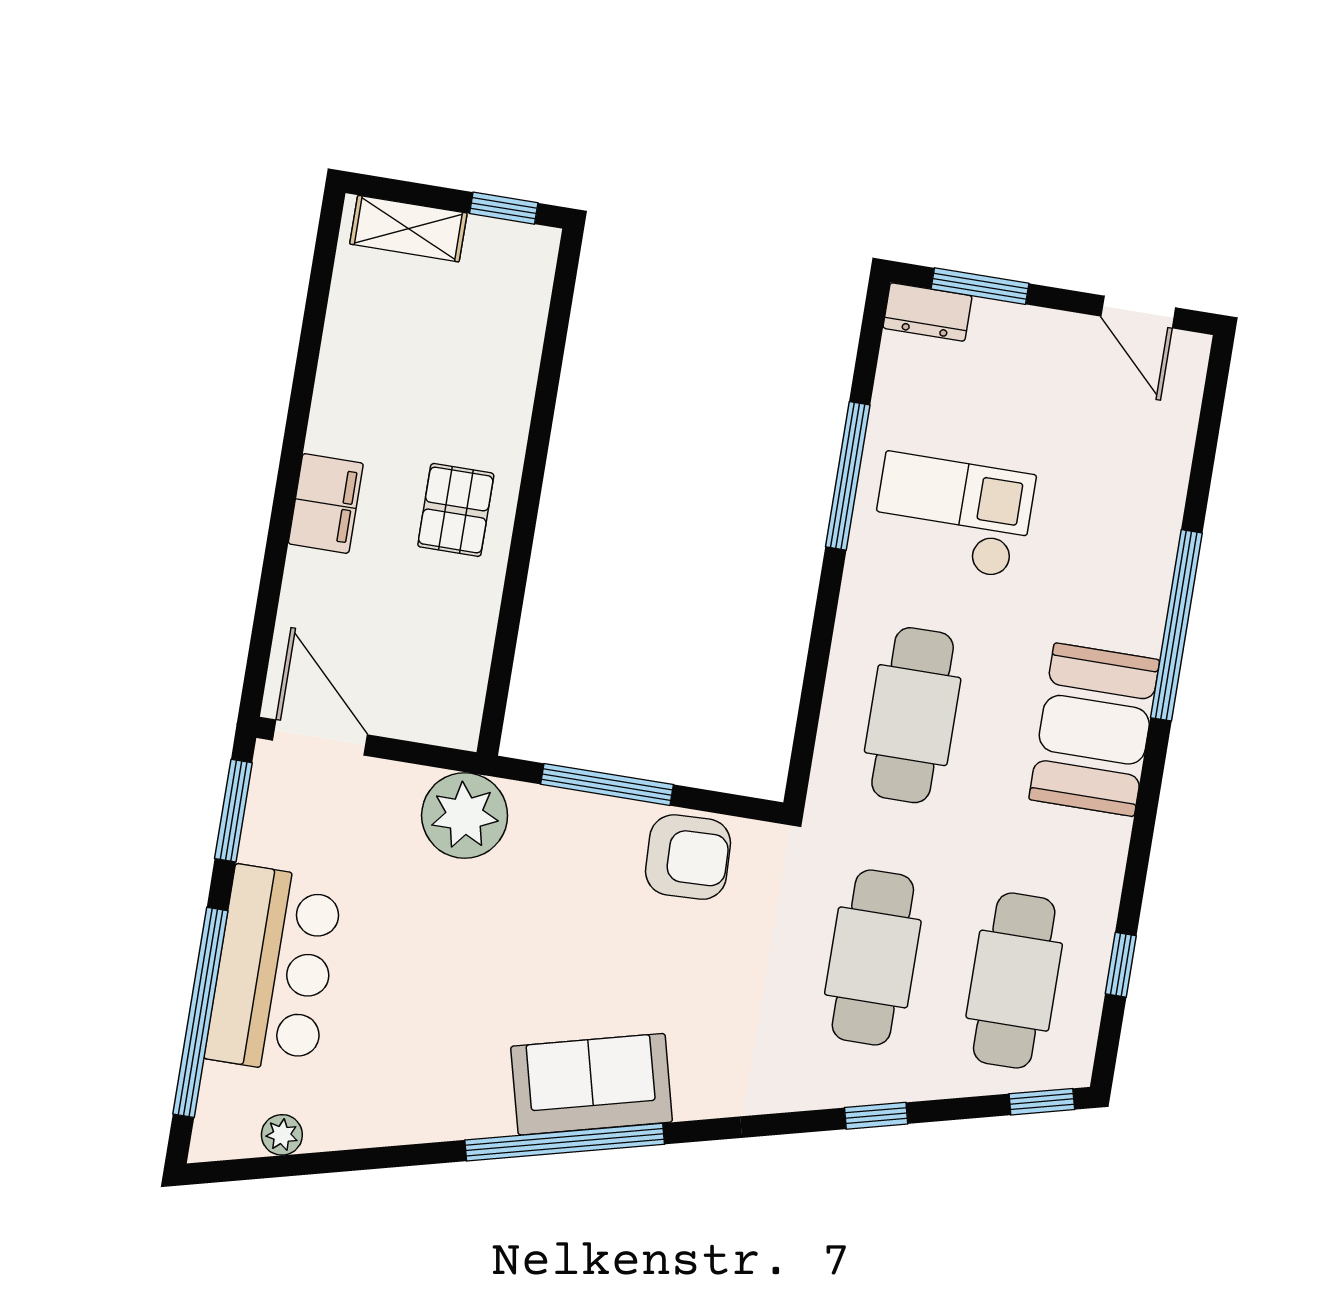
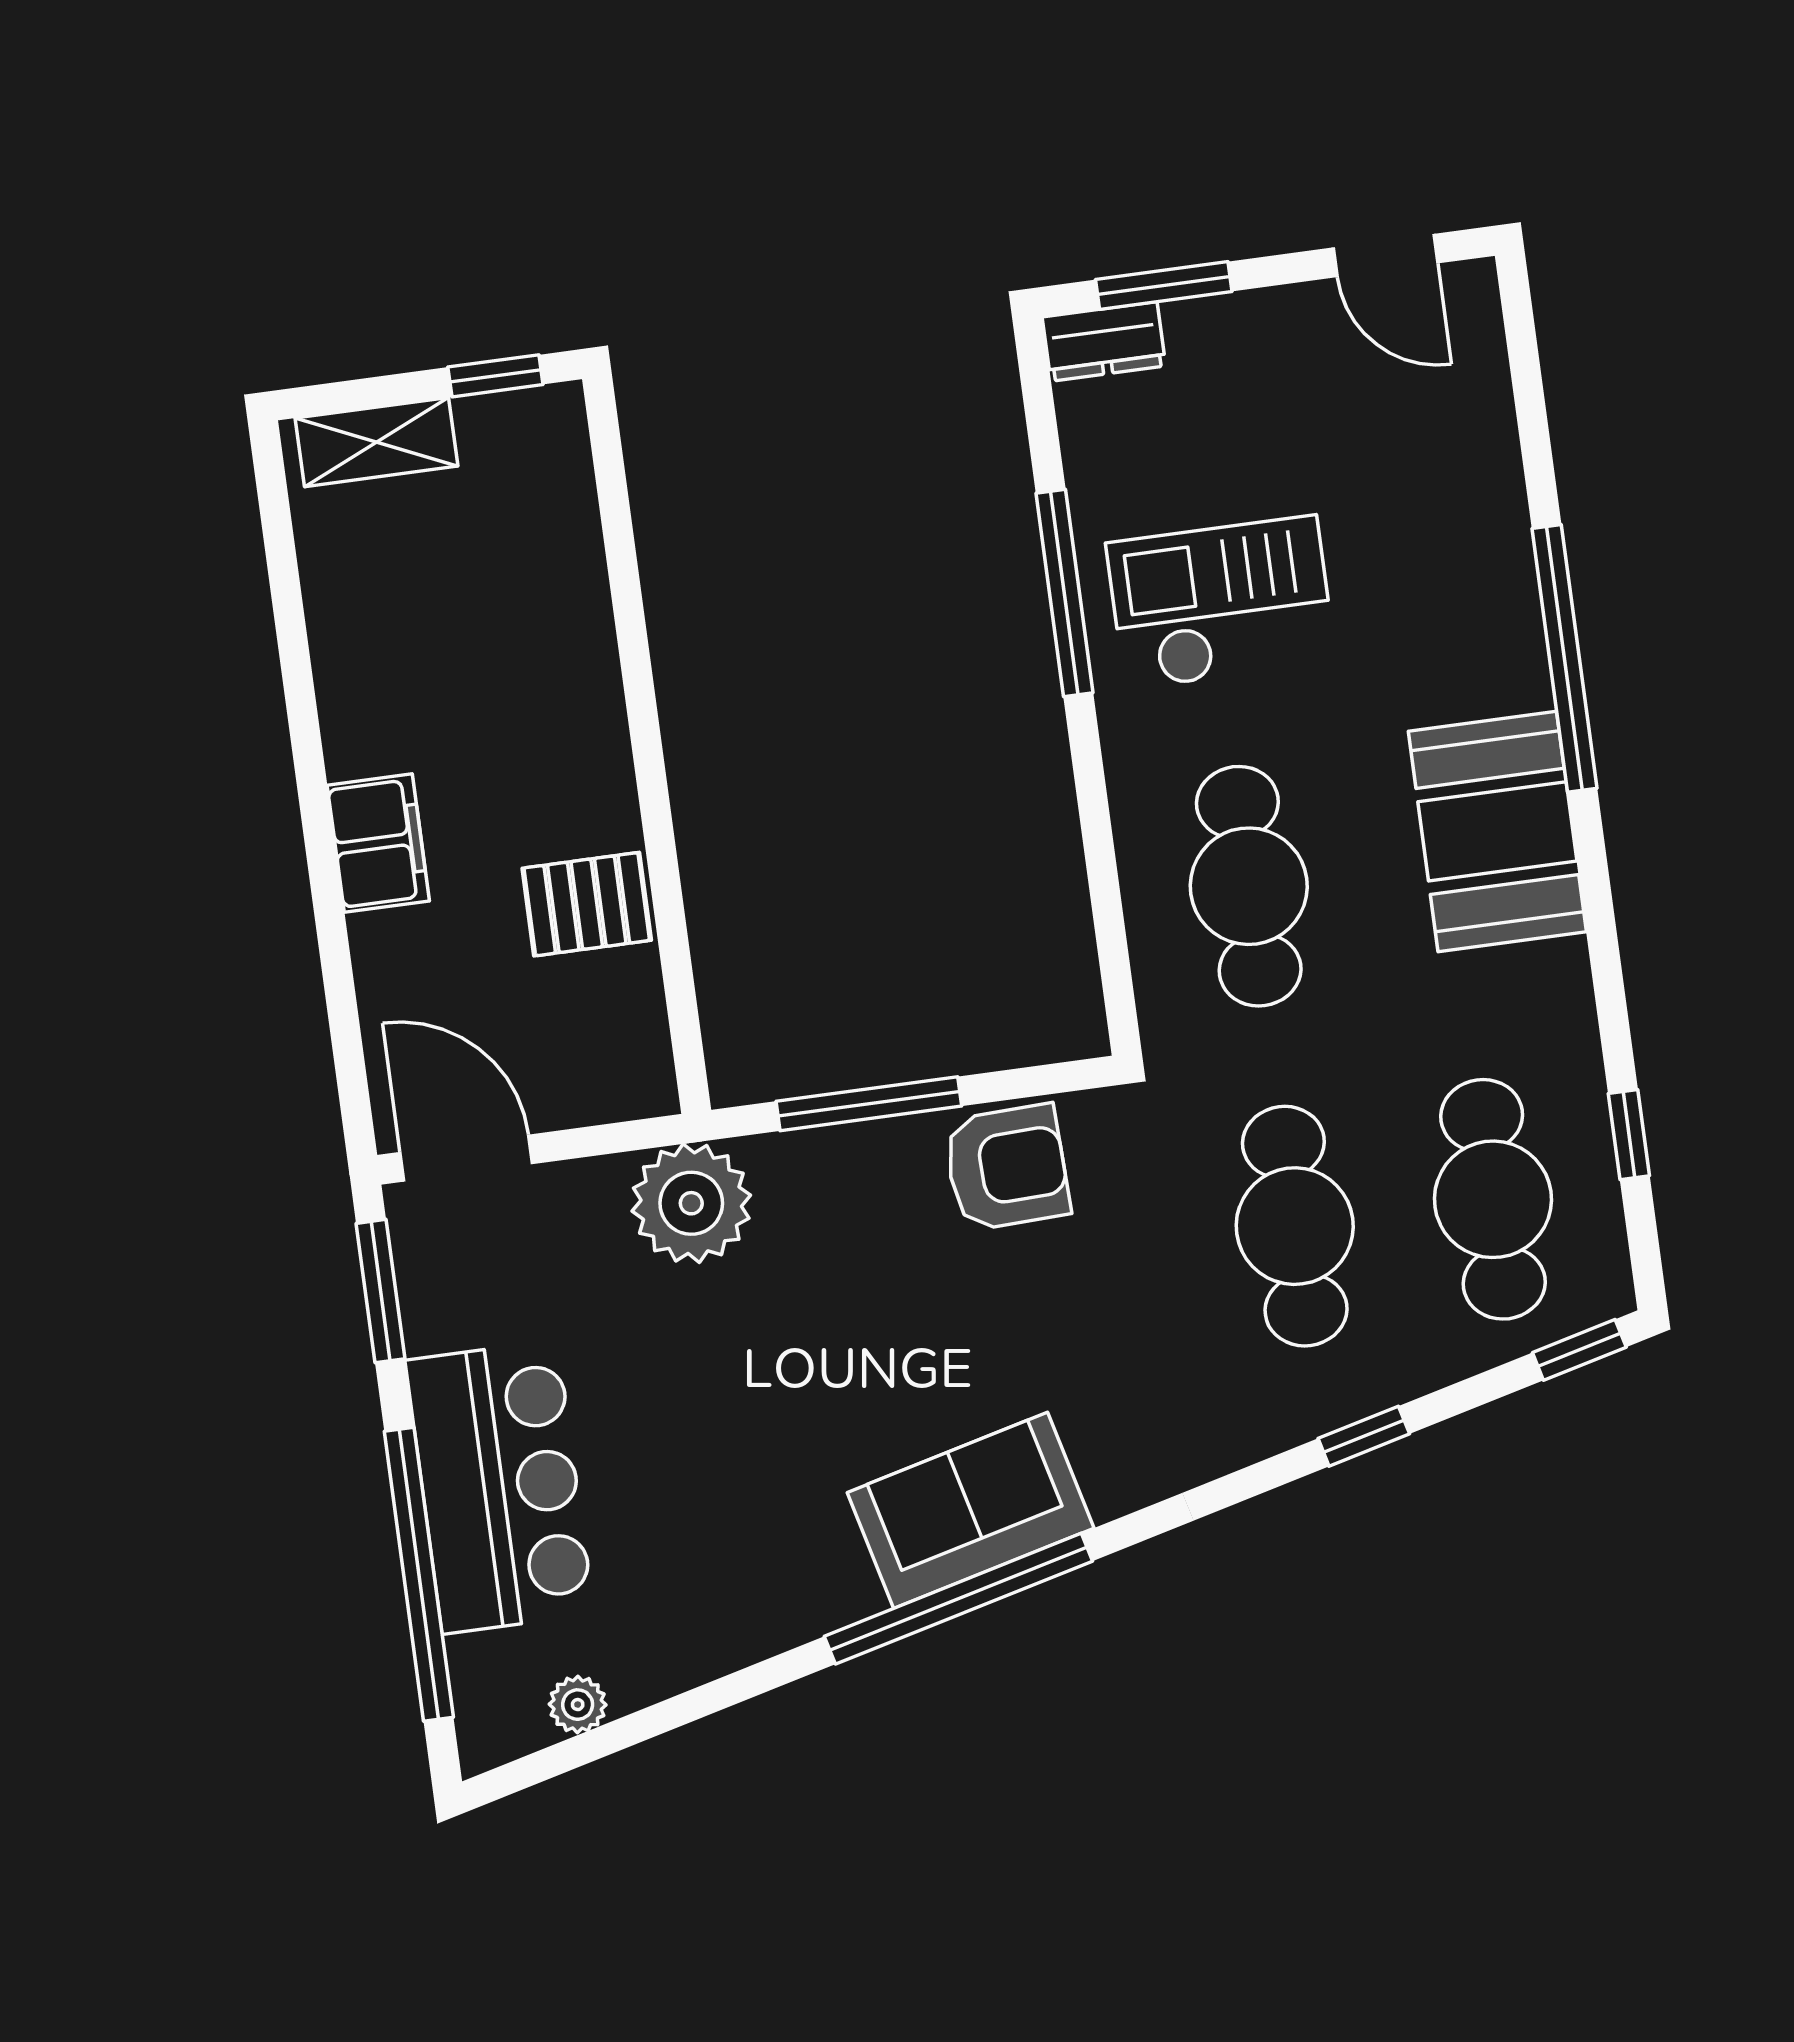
pallet: (456, 510) -> (587, 904), moved, turned 90

